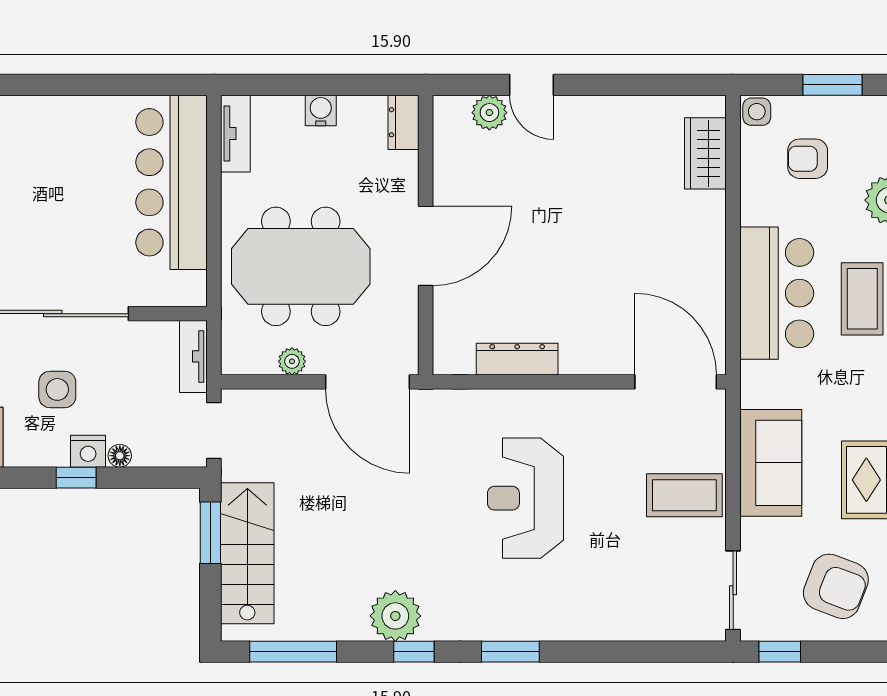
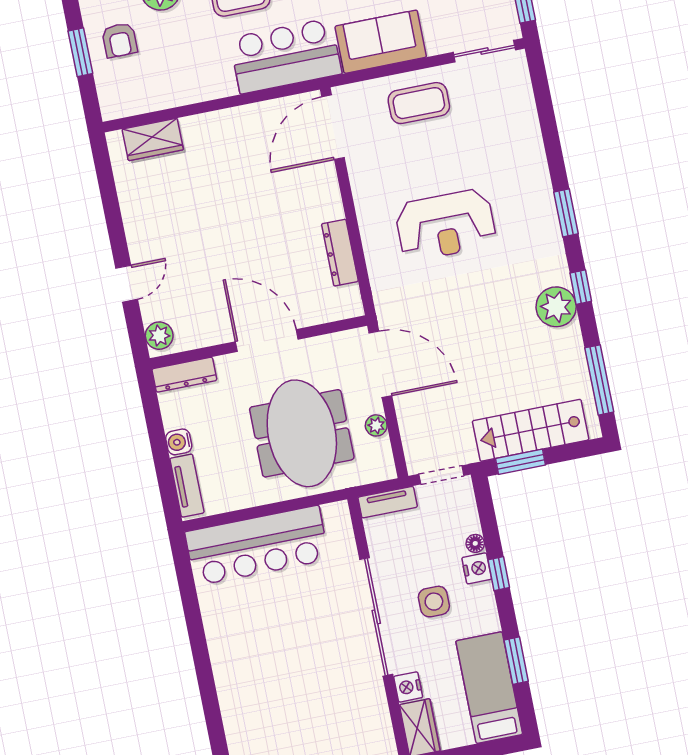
side table: (757, 112) -> (113, 106), removed
plant: (489, 113) -> (159, 336), moved
dresser: (403, 122) -> (184, 375), width x1.44
tv unit: (235, 134) -> (187, 486), moved, turned 90
armchair: (808, 159) -> (120, 40), moved
bar counter: (777, 293) -> (286, 56), moved
door: (367, 382) -> (380, 364), hinge flipped
coffee table: (684, 495) -> (419, 103), turned 90

